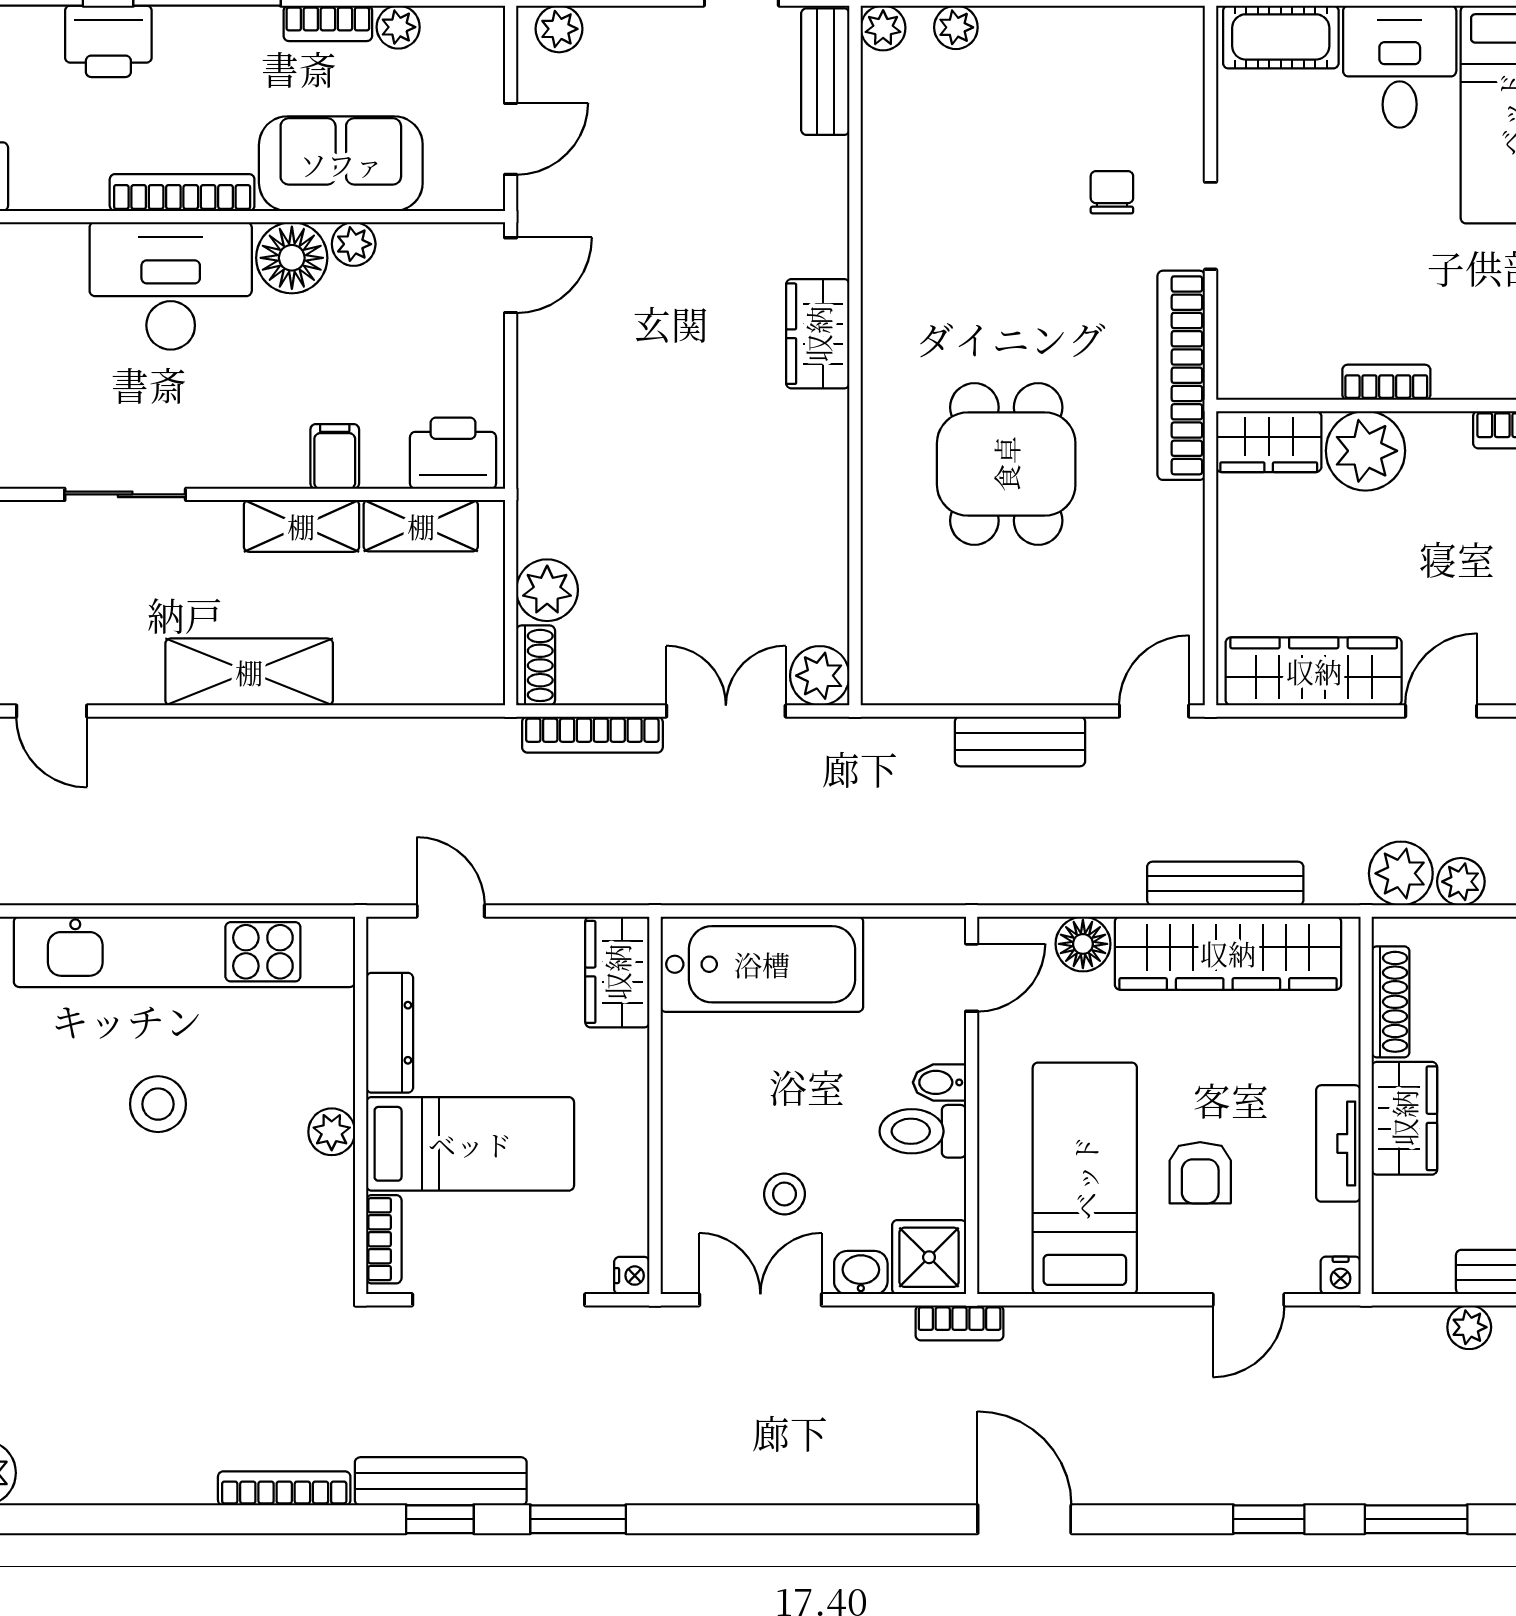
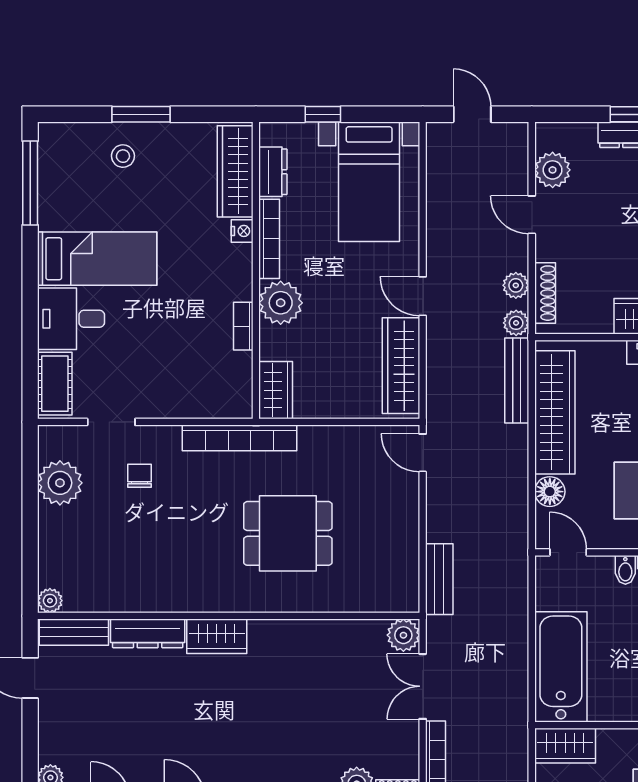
plant: (956, 27) -> (60, 483), moved, width x1.88, depth x1.88
chair: (1112, 192) -> (140, 476), turned 90
dresser: (823, 207) -> (148, 633), added
doorway: (1211, 226) -> (111, 422), moved
plant: (1365, 451) -> (281, 303), moved
bench: (1020, 741) -> (439, 579), moved
plant: (1401, 873) -> (516, 323), width x0.73, depth x0.73
bench: (1225, 884) -> (517, 381), moved
shoe rack: (1391, 1002) -> (545, 293), moved, turned 90

